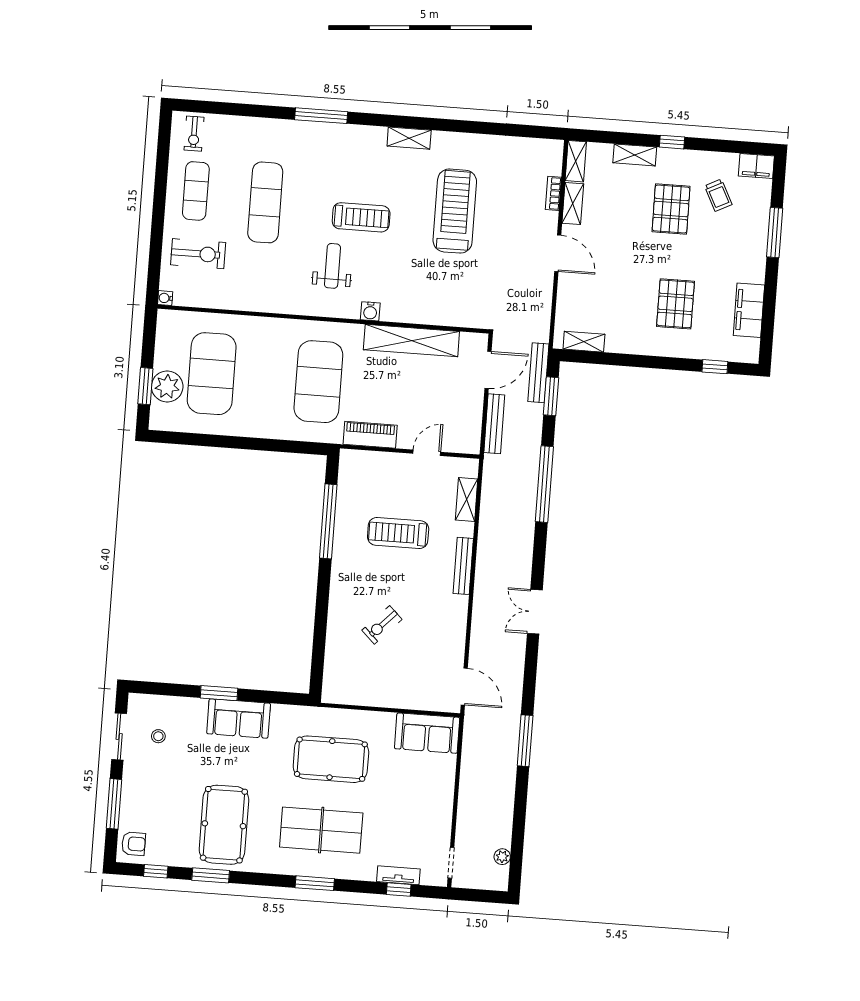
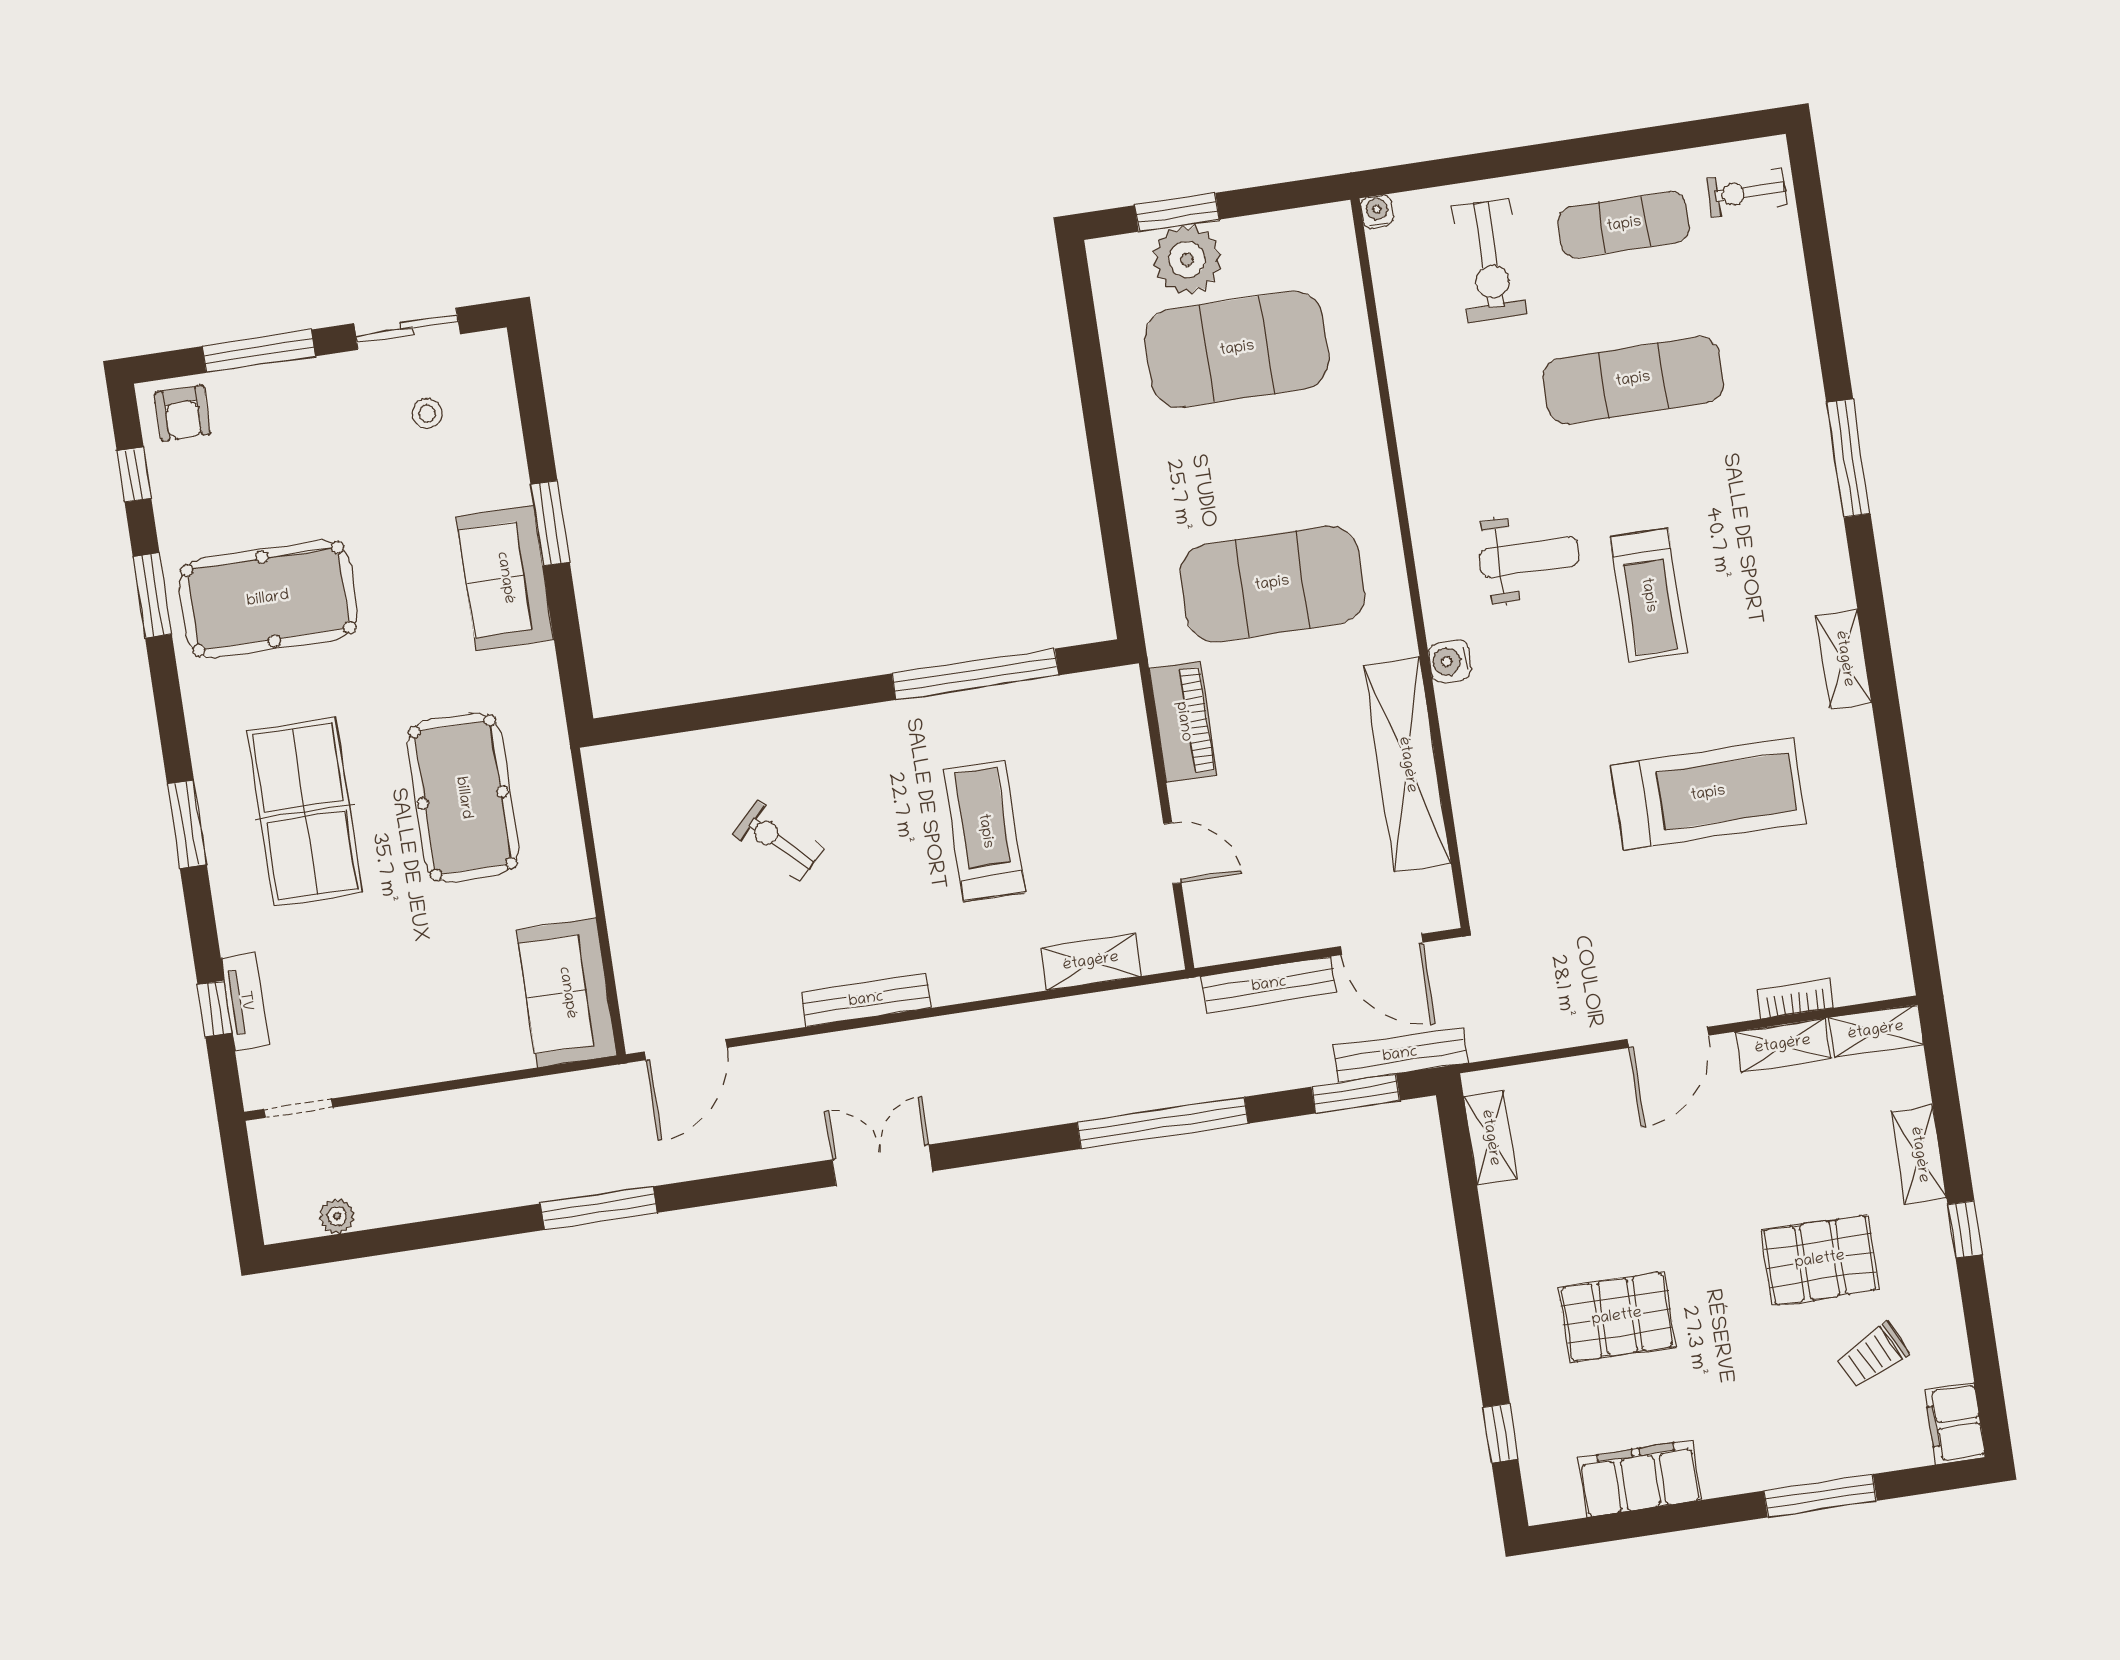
bench: (463, 566) -> (866, 1000), moved

